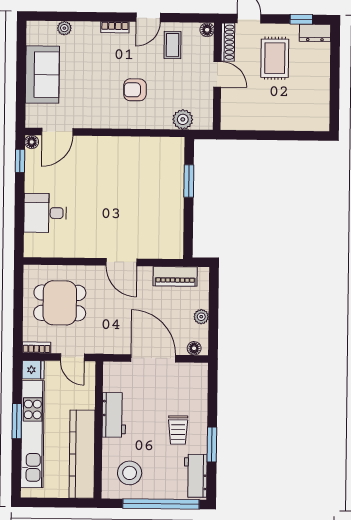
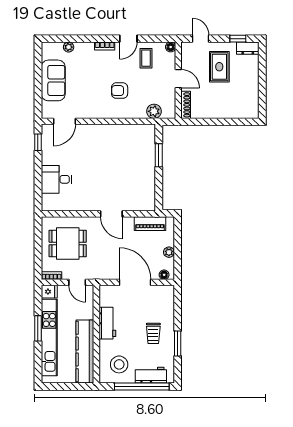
shoe rack: (228, 42) -> (186, 105), moved
floor lamp: (32, 142) -> (46, 129), removed
workbench: (196, 476) -> (151, 375), moved, turned 90

